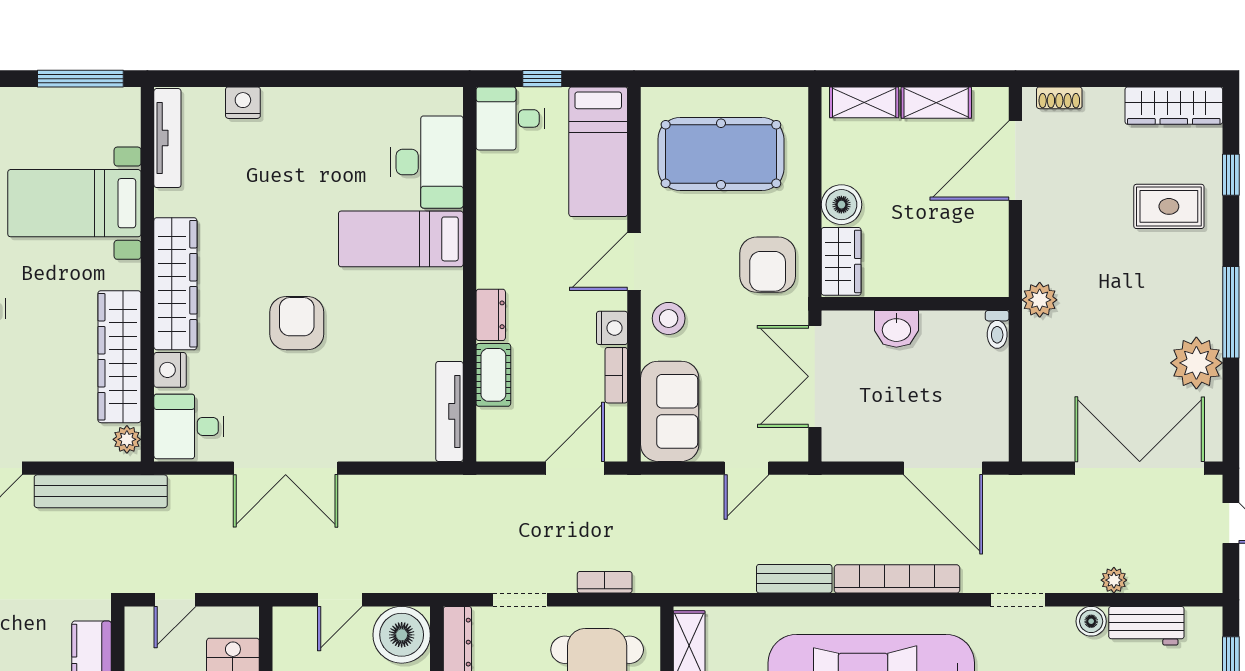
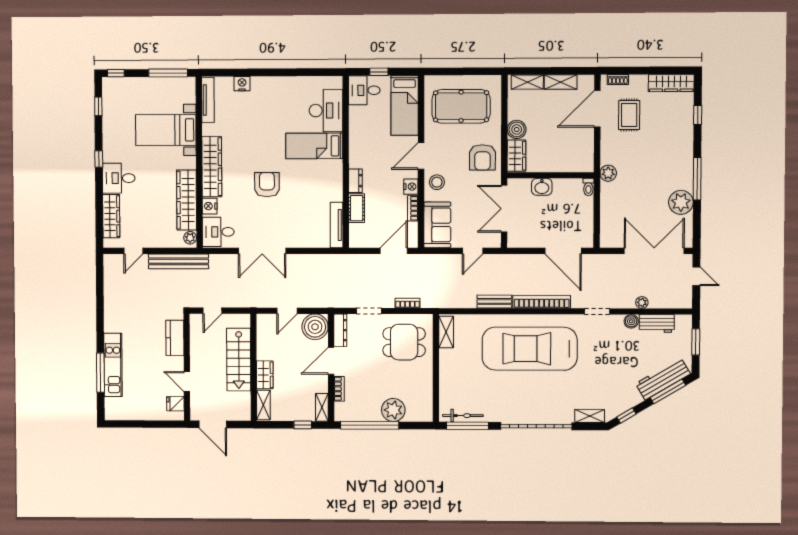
rug: (1169, 206) -> (629, 115), moved, turned 90

